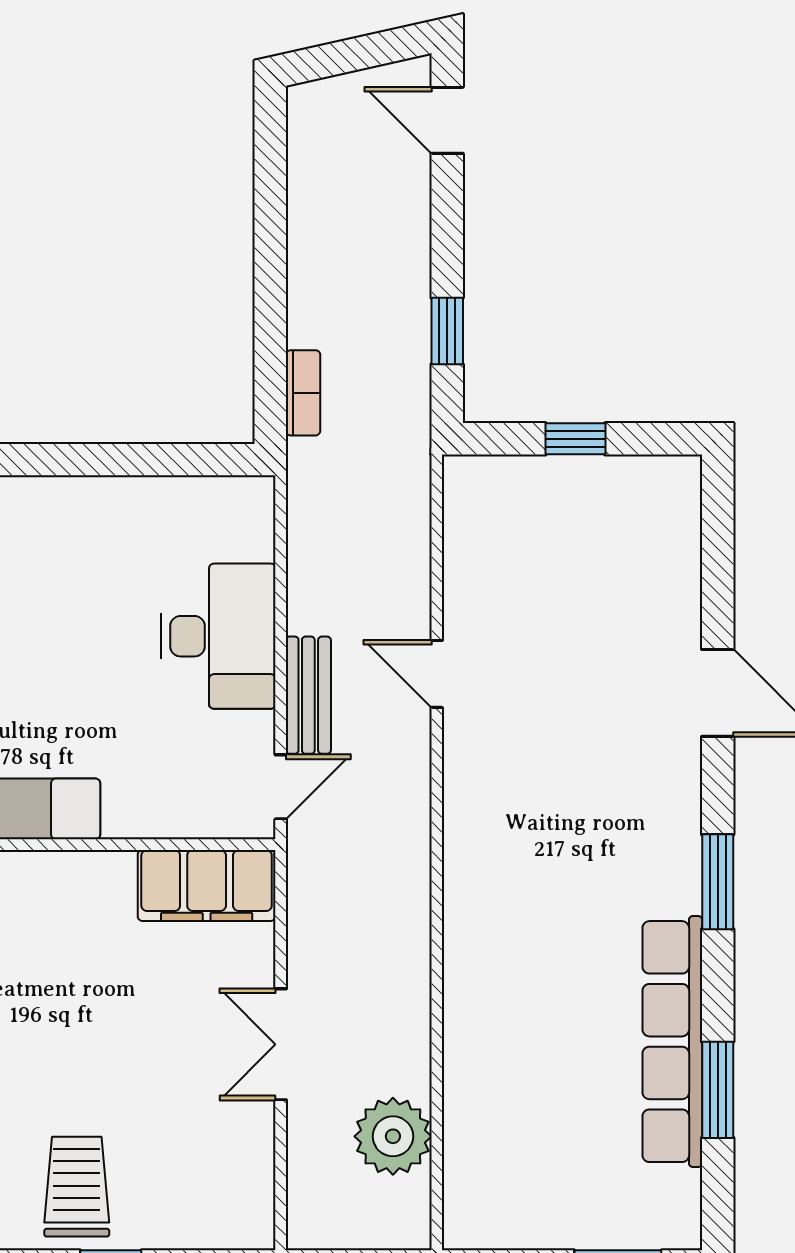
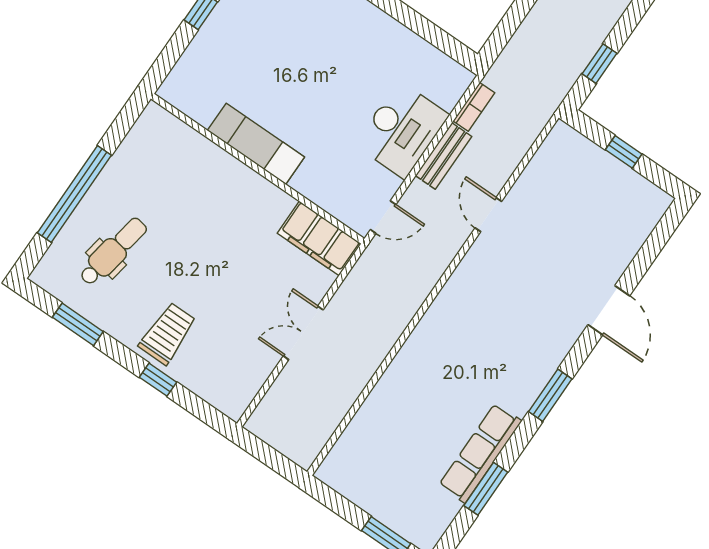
bookcase: (303, 393) -> (474, 107), moved
bench: (308, 695) -> (443, 156), moved
row of seats: (672, 1042) -> (480, 453), width x0.73
plant: (393, 1136) -> (325, 409), removed

